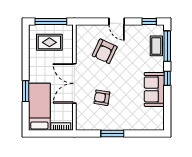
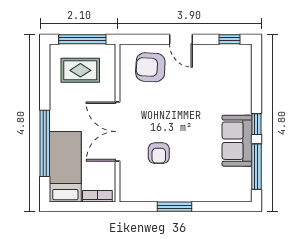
coffee table: (156, 46) -> (240, 76), removed
window: (167, 46) -> (256, 167), moved
armchair: (105, 51) -> (150, 67), moved, turned 68
window: (26, 91) -> (45, 143), width x2.11
armchair: (102, 98) -> (159, 153), turned -99

